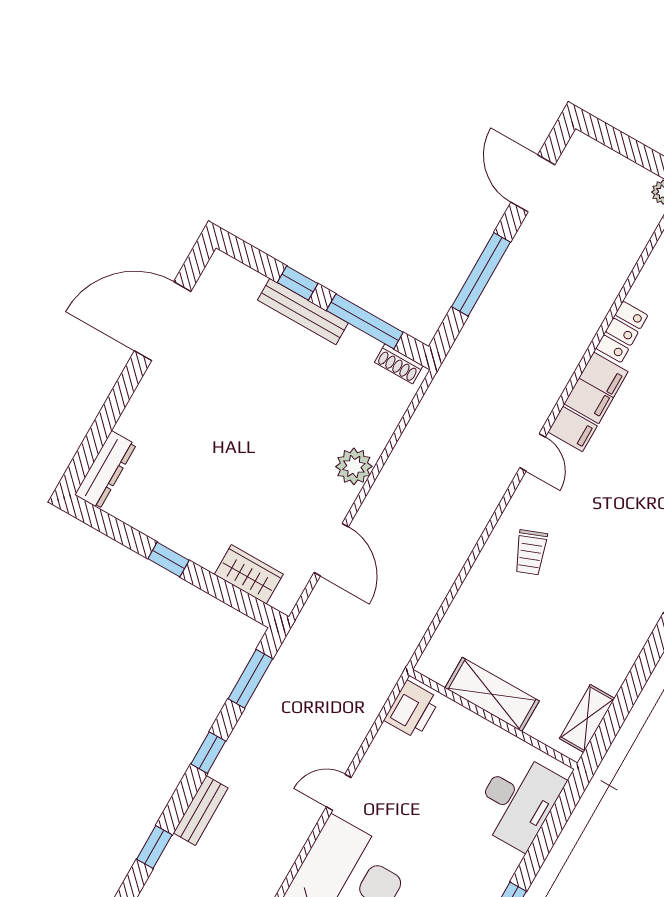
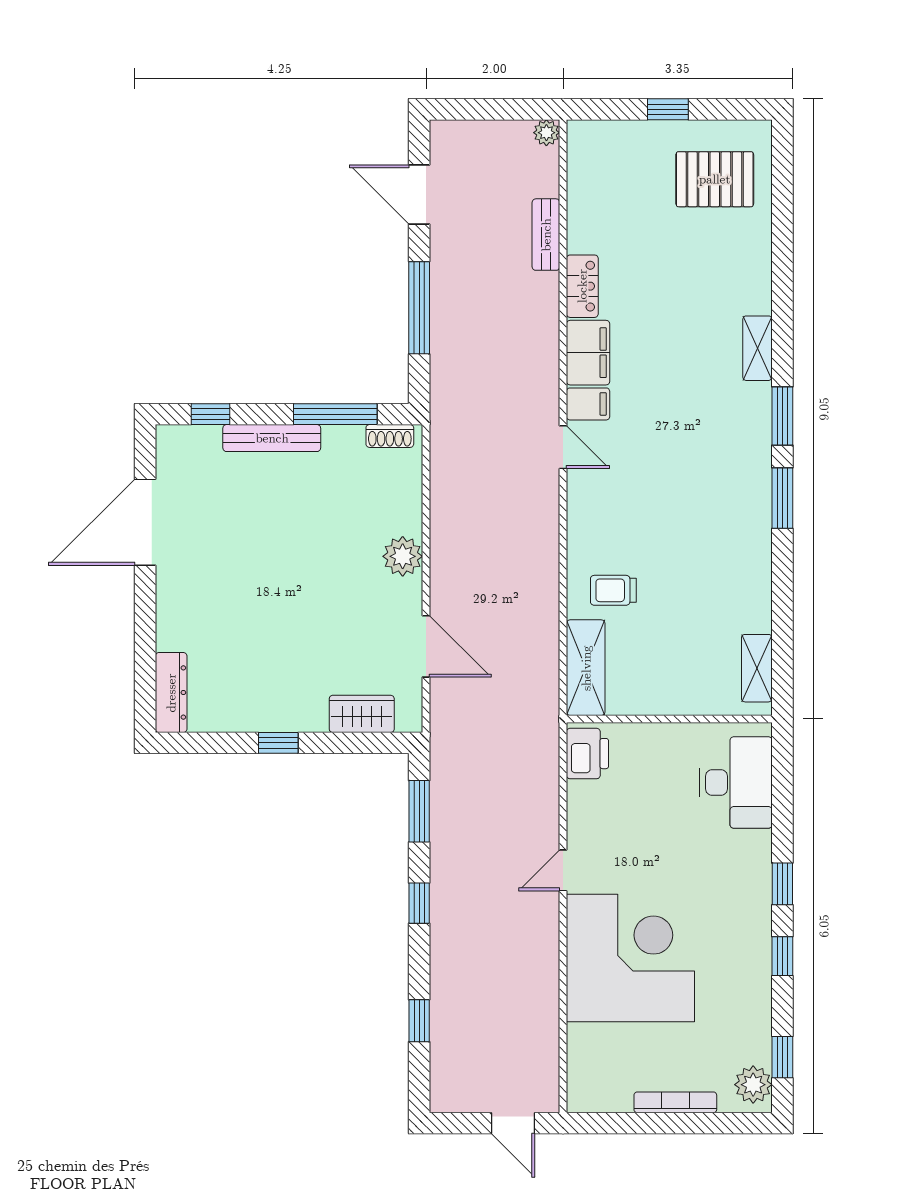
window: (298, 283) -> (211, 414), moved
trolley: (531, 552) -> (613, 590), moved, turned 111
shelving: (492, 694) -> (586, 668), moved, turned 90
bench: (201, 810) -> (546, 235), moved

